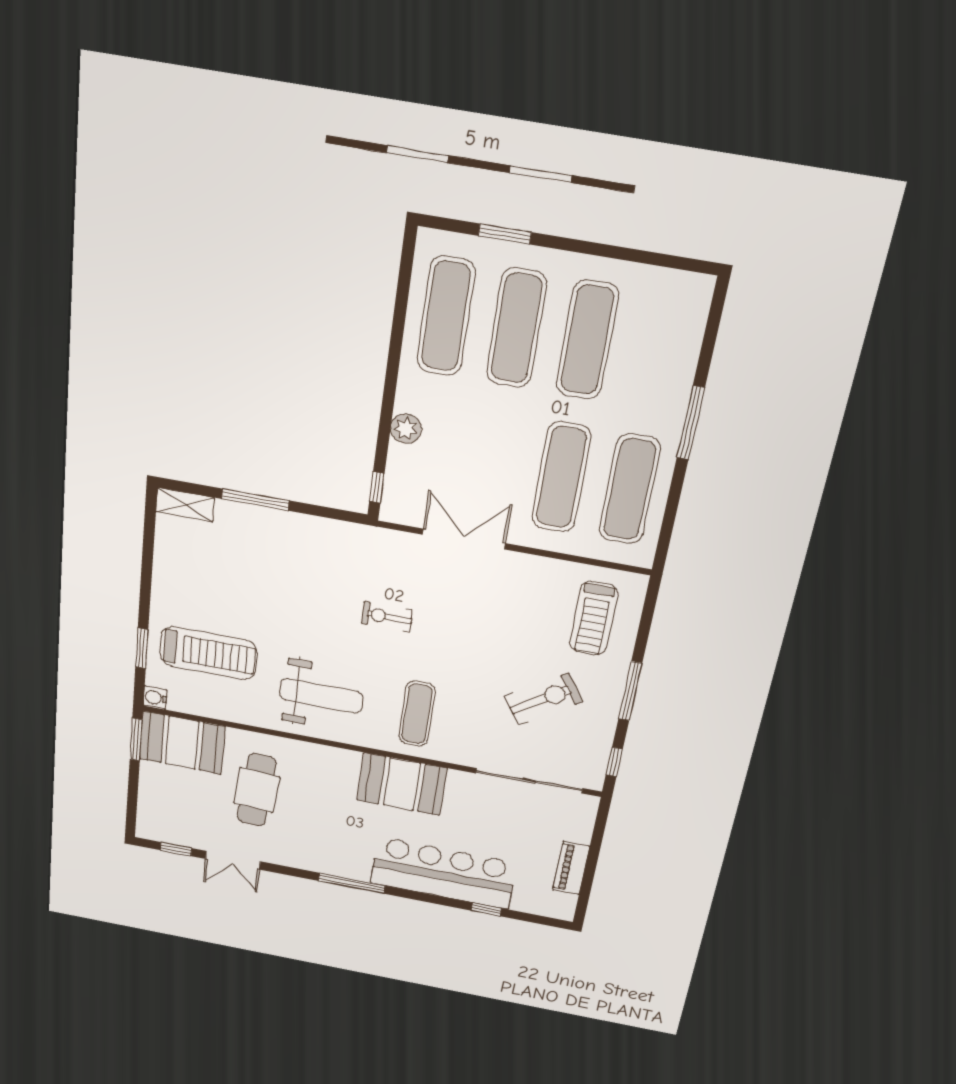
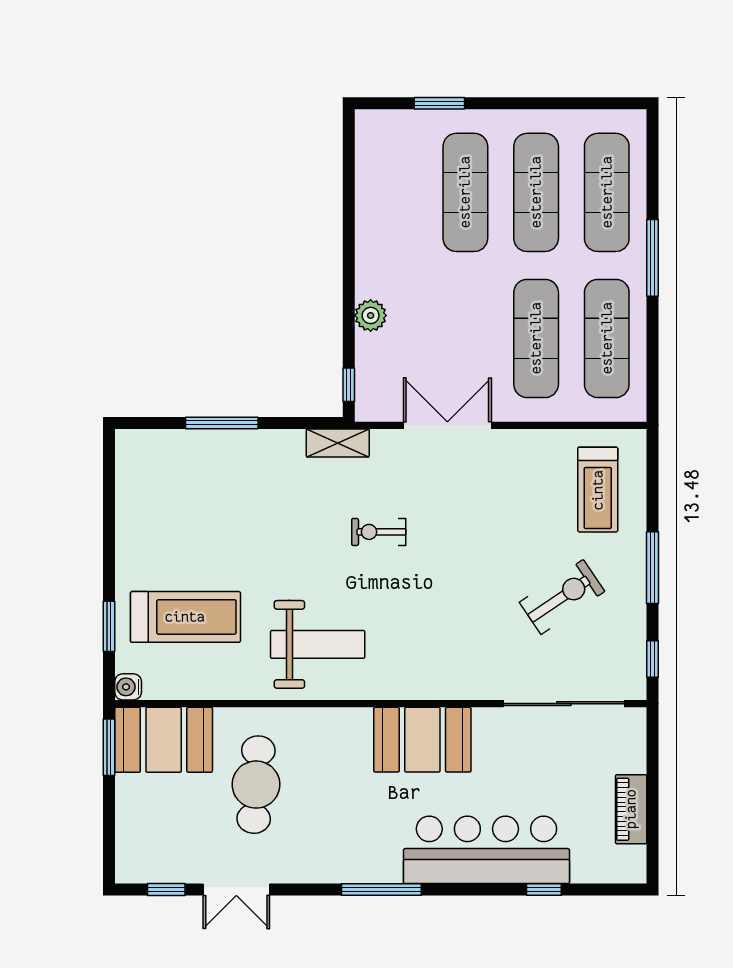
exercise mat: (446, 316) -> (607, 192), moved
shelving: (185, 505) -> (338, 443), moved
exercise mat: (417, 714) -> (427, 645), removed

